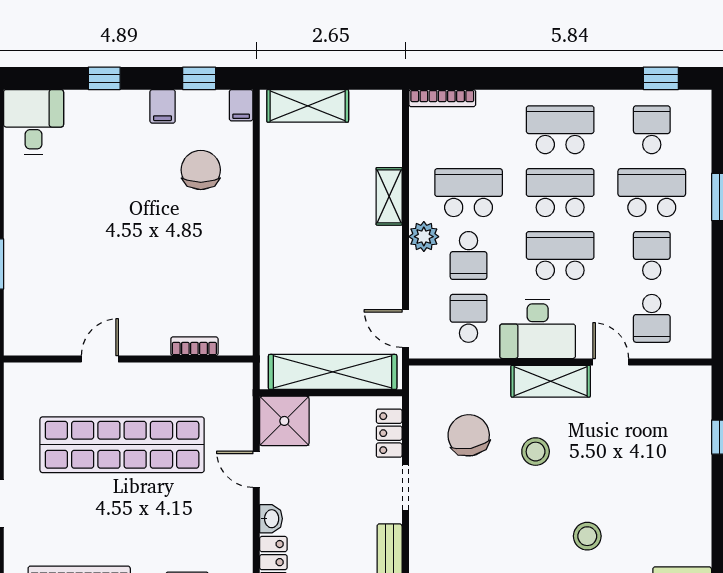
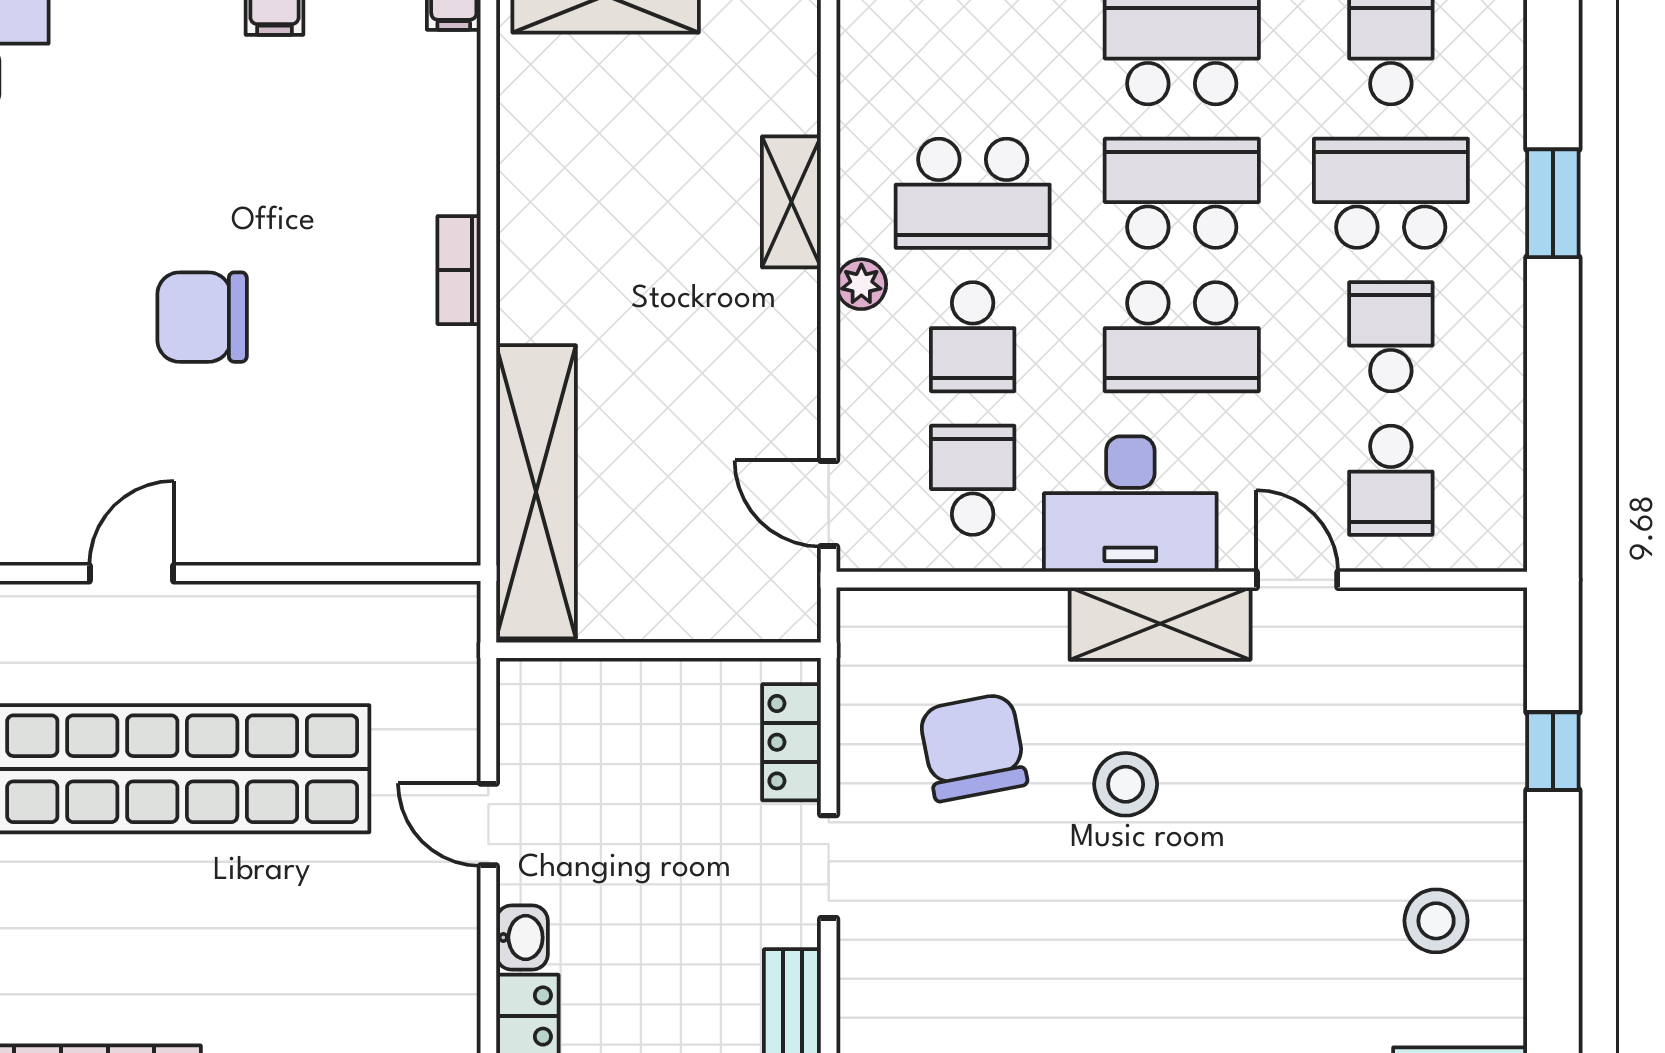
chair: (201, 170) -> (202, 317), moved, turned -90
school desk: (469, 193) -> (973, 193), turned 180
plant: (424, 237) -> (861, 284), width x0.73, depth x0.73
school desk: (560, 255) -> (1182, 337), turned 180
bookcase: (194, 346) -> (459, 270), moved, turned -90
shelving: (333, 372) -> (536, 492), moved, turned 90
shower: (284, 421) -> (552, 714), removed
stool: (587, 536) -> (1436, 921), moved

